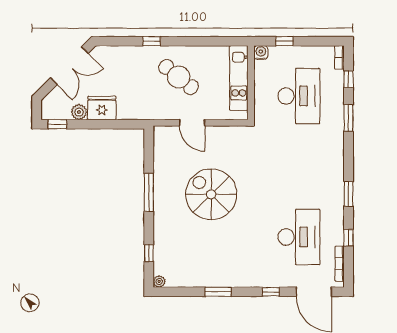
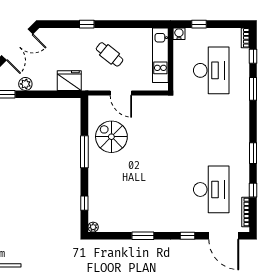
cafe table: (179, 77) -> (110, 54), width x0.73, depth x0.74
fridge: (102, 108) -> (69, 81), moved
spiral stairs: (211, 194) -> (111, 137), moved, width x0.73, depth x0.73

